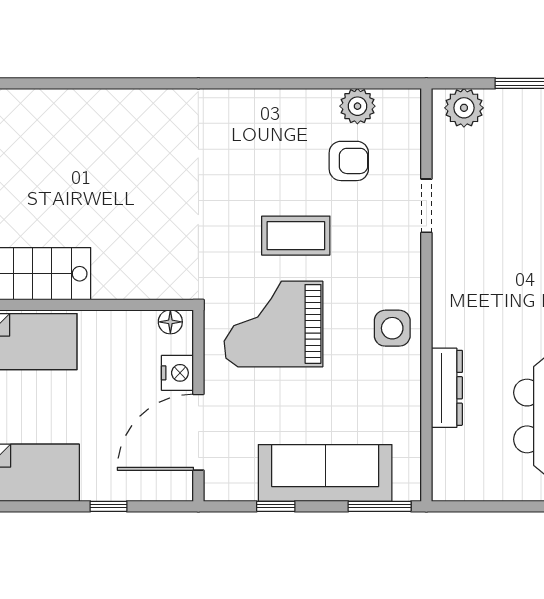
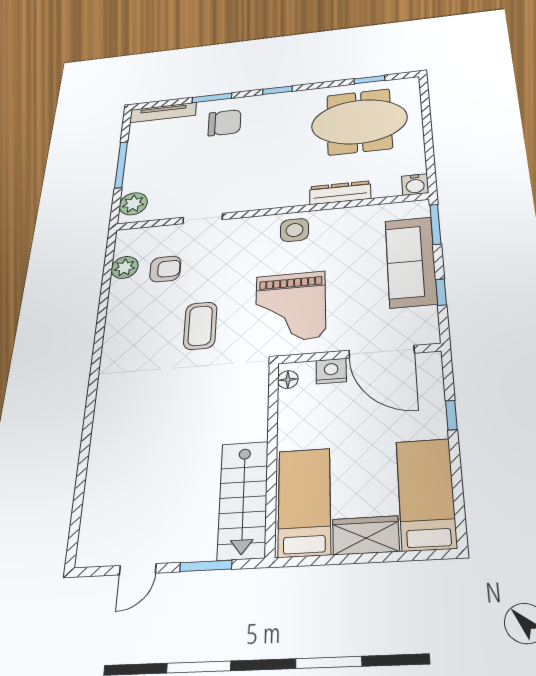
armchair: (349, 161) -> (165, 269), turned 90
coffee table: (296, 236) -> (200, 326), moved
water cooler: (448, 485) -> (415, 185), added

